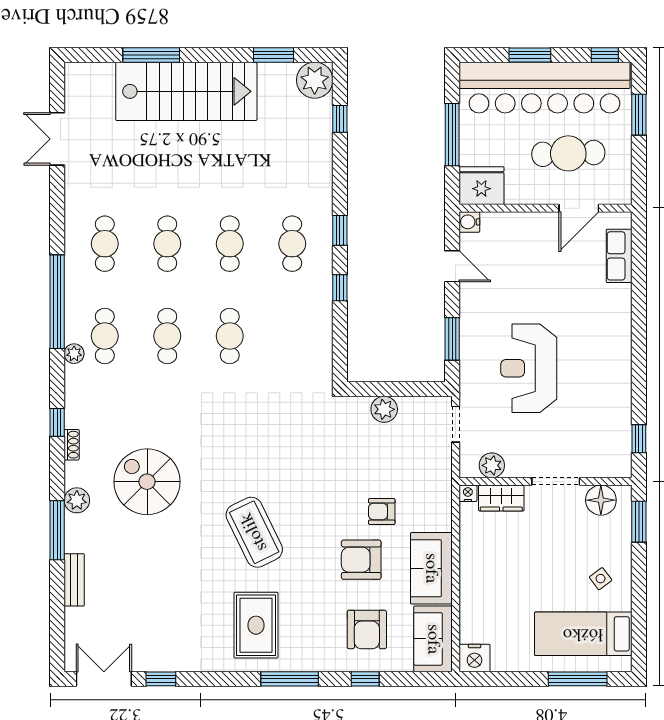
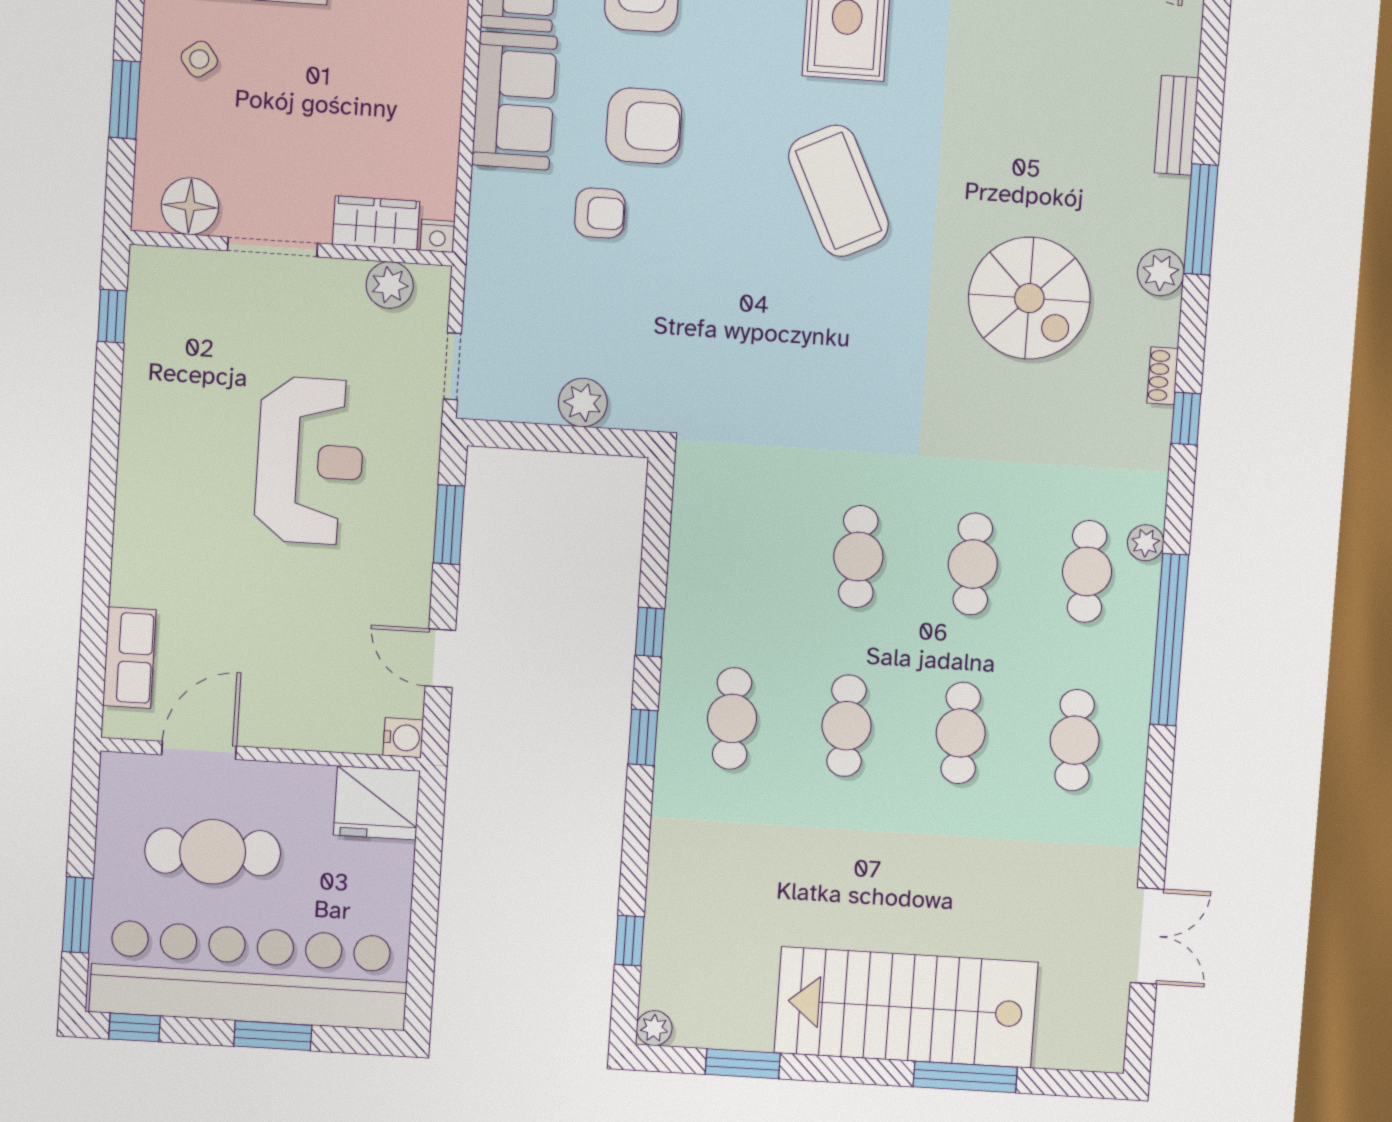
plant: (315, 80) -> (654, 1028), width x0.53, depth x0.53
window: (452, 135) -> (425, 899), removed
window: (639, 522) -> (125, 100), moved

